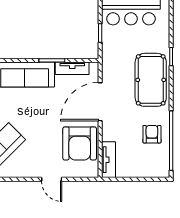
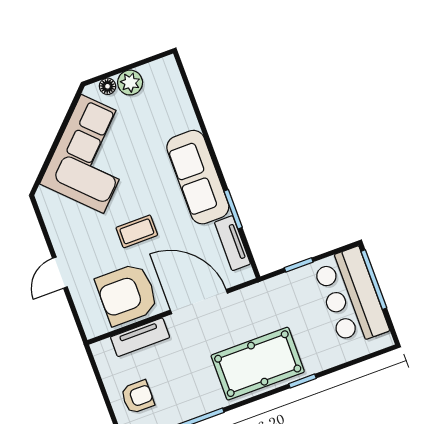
coffee table: (44, 124) -> (137, 231), added
armchair: (152, 134) -> (138, 397), moved
tv unit: (109, 160) -> (140, 337), moved

